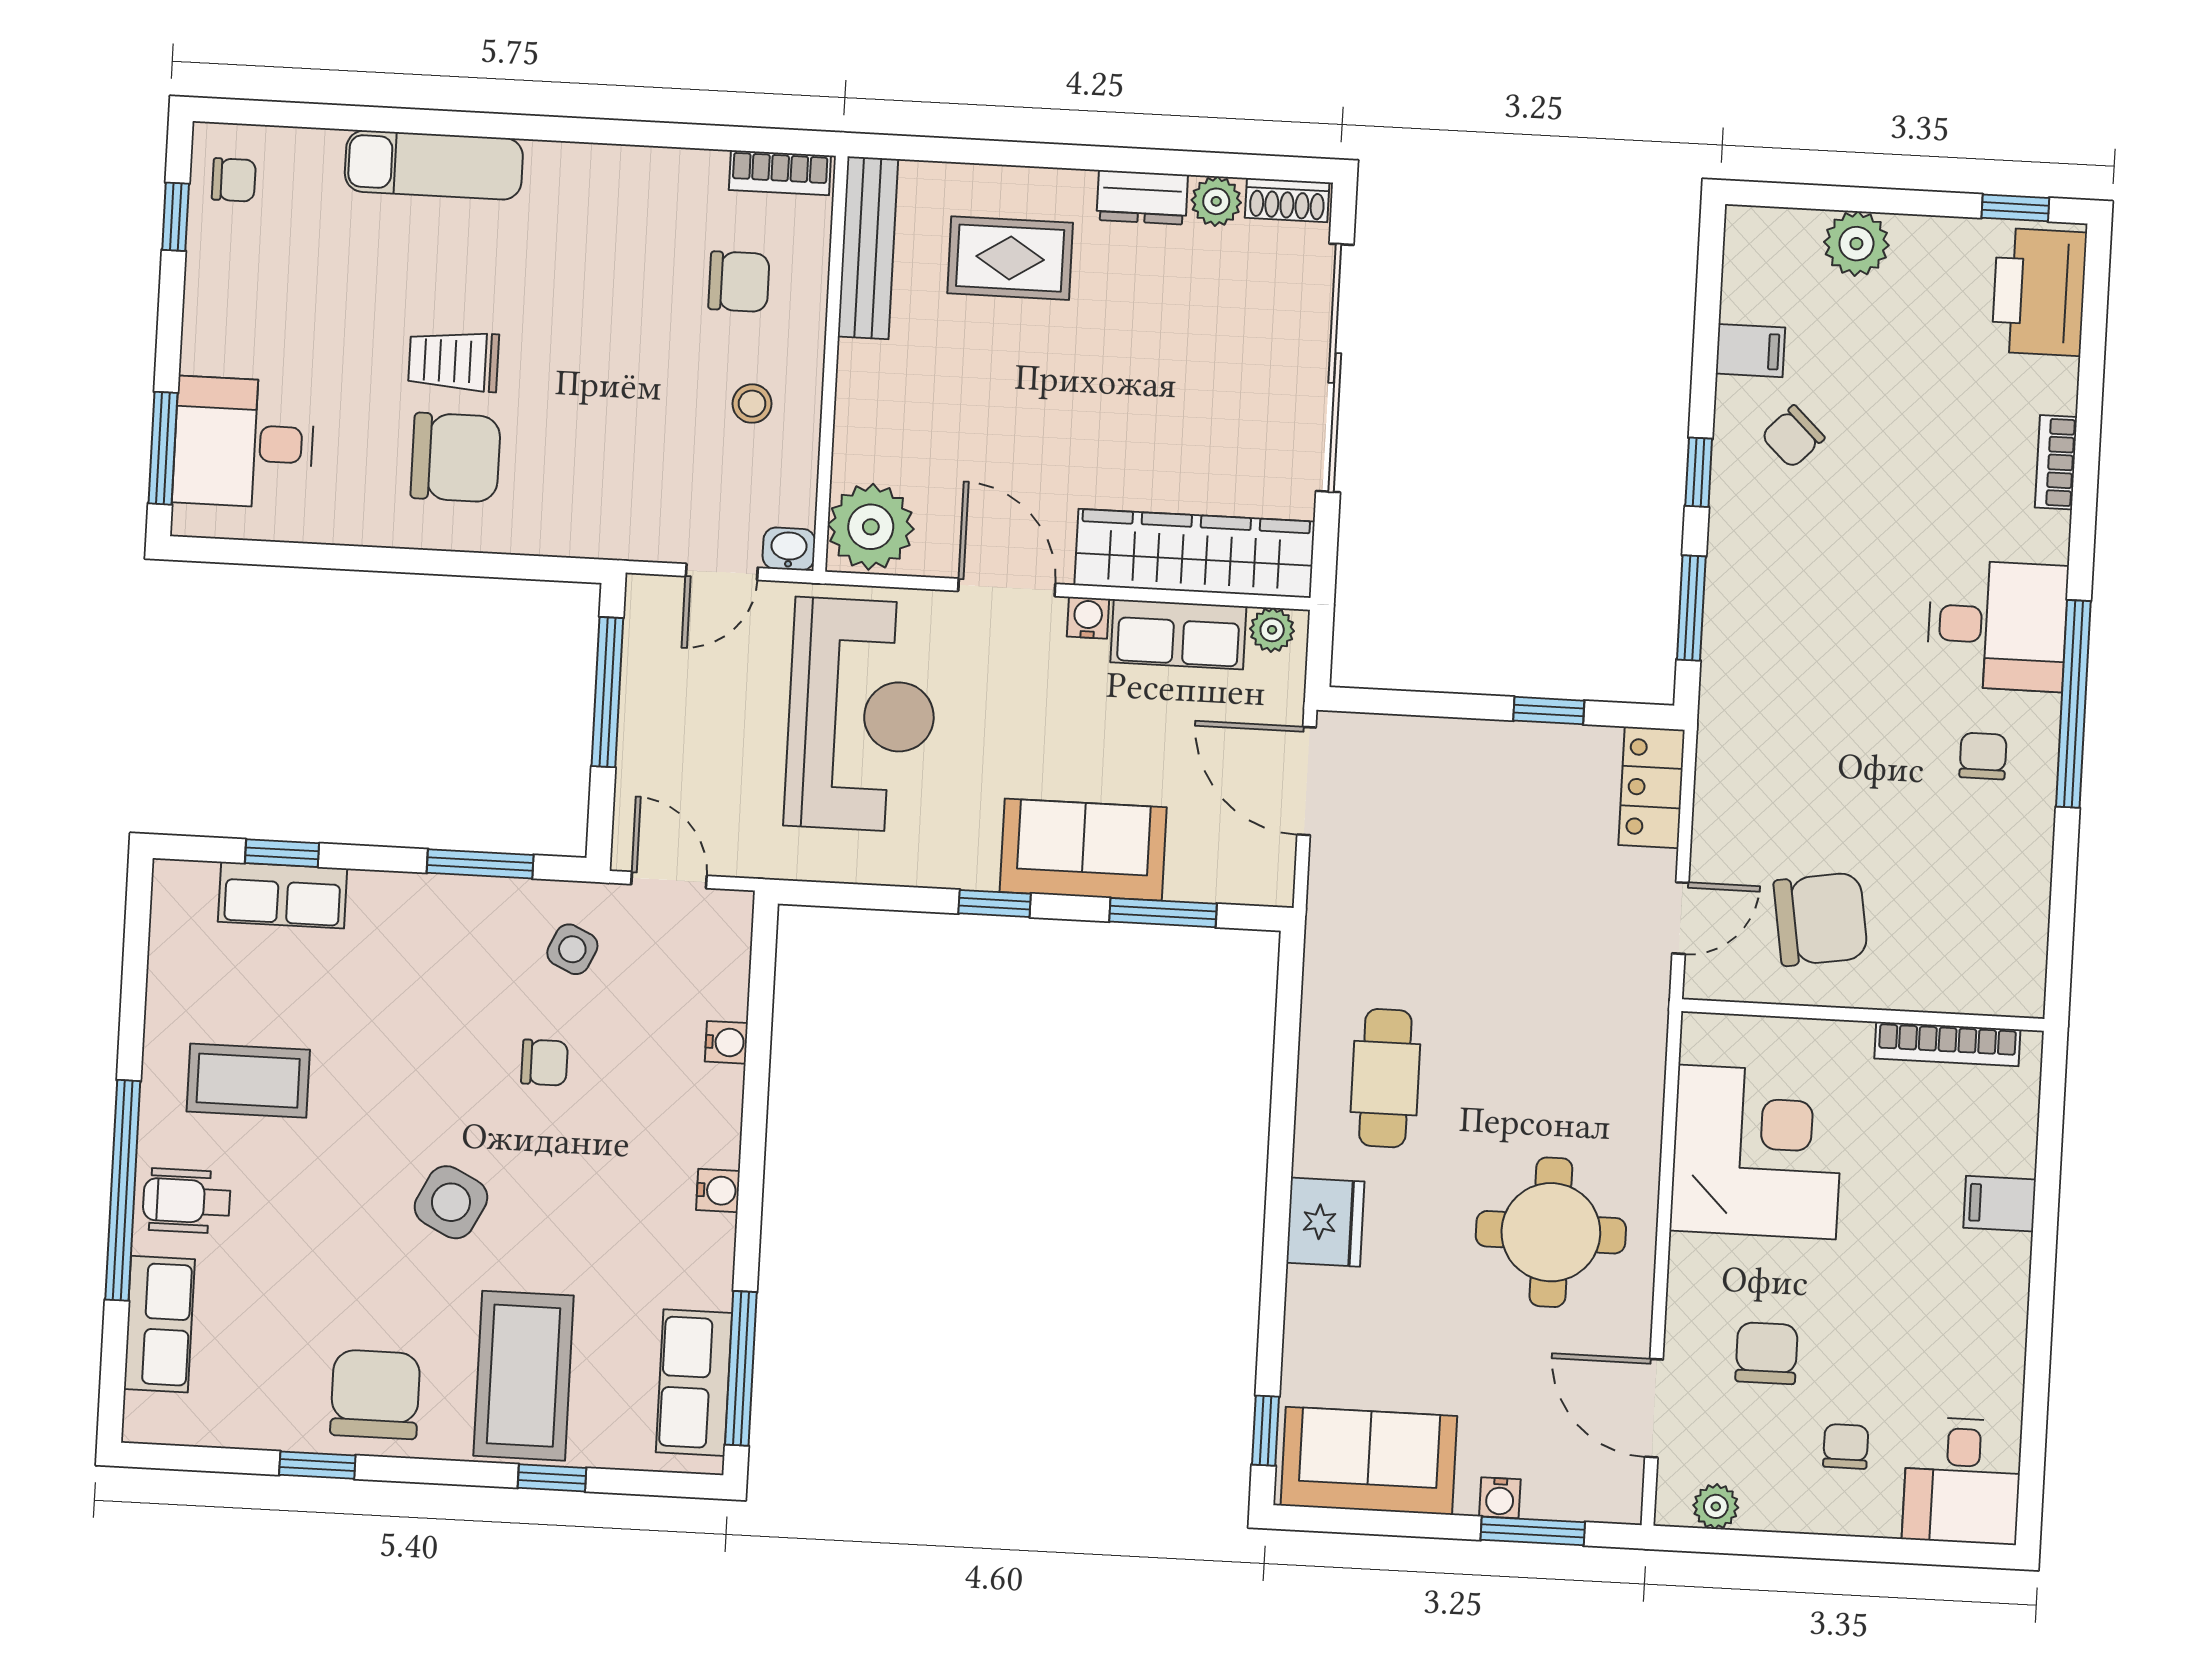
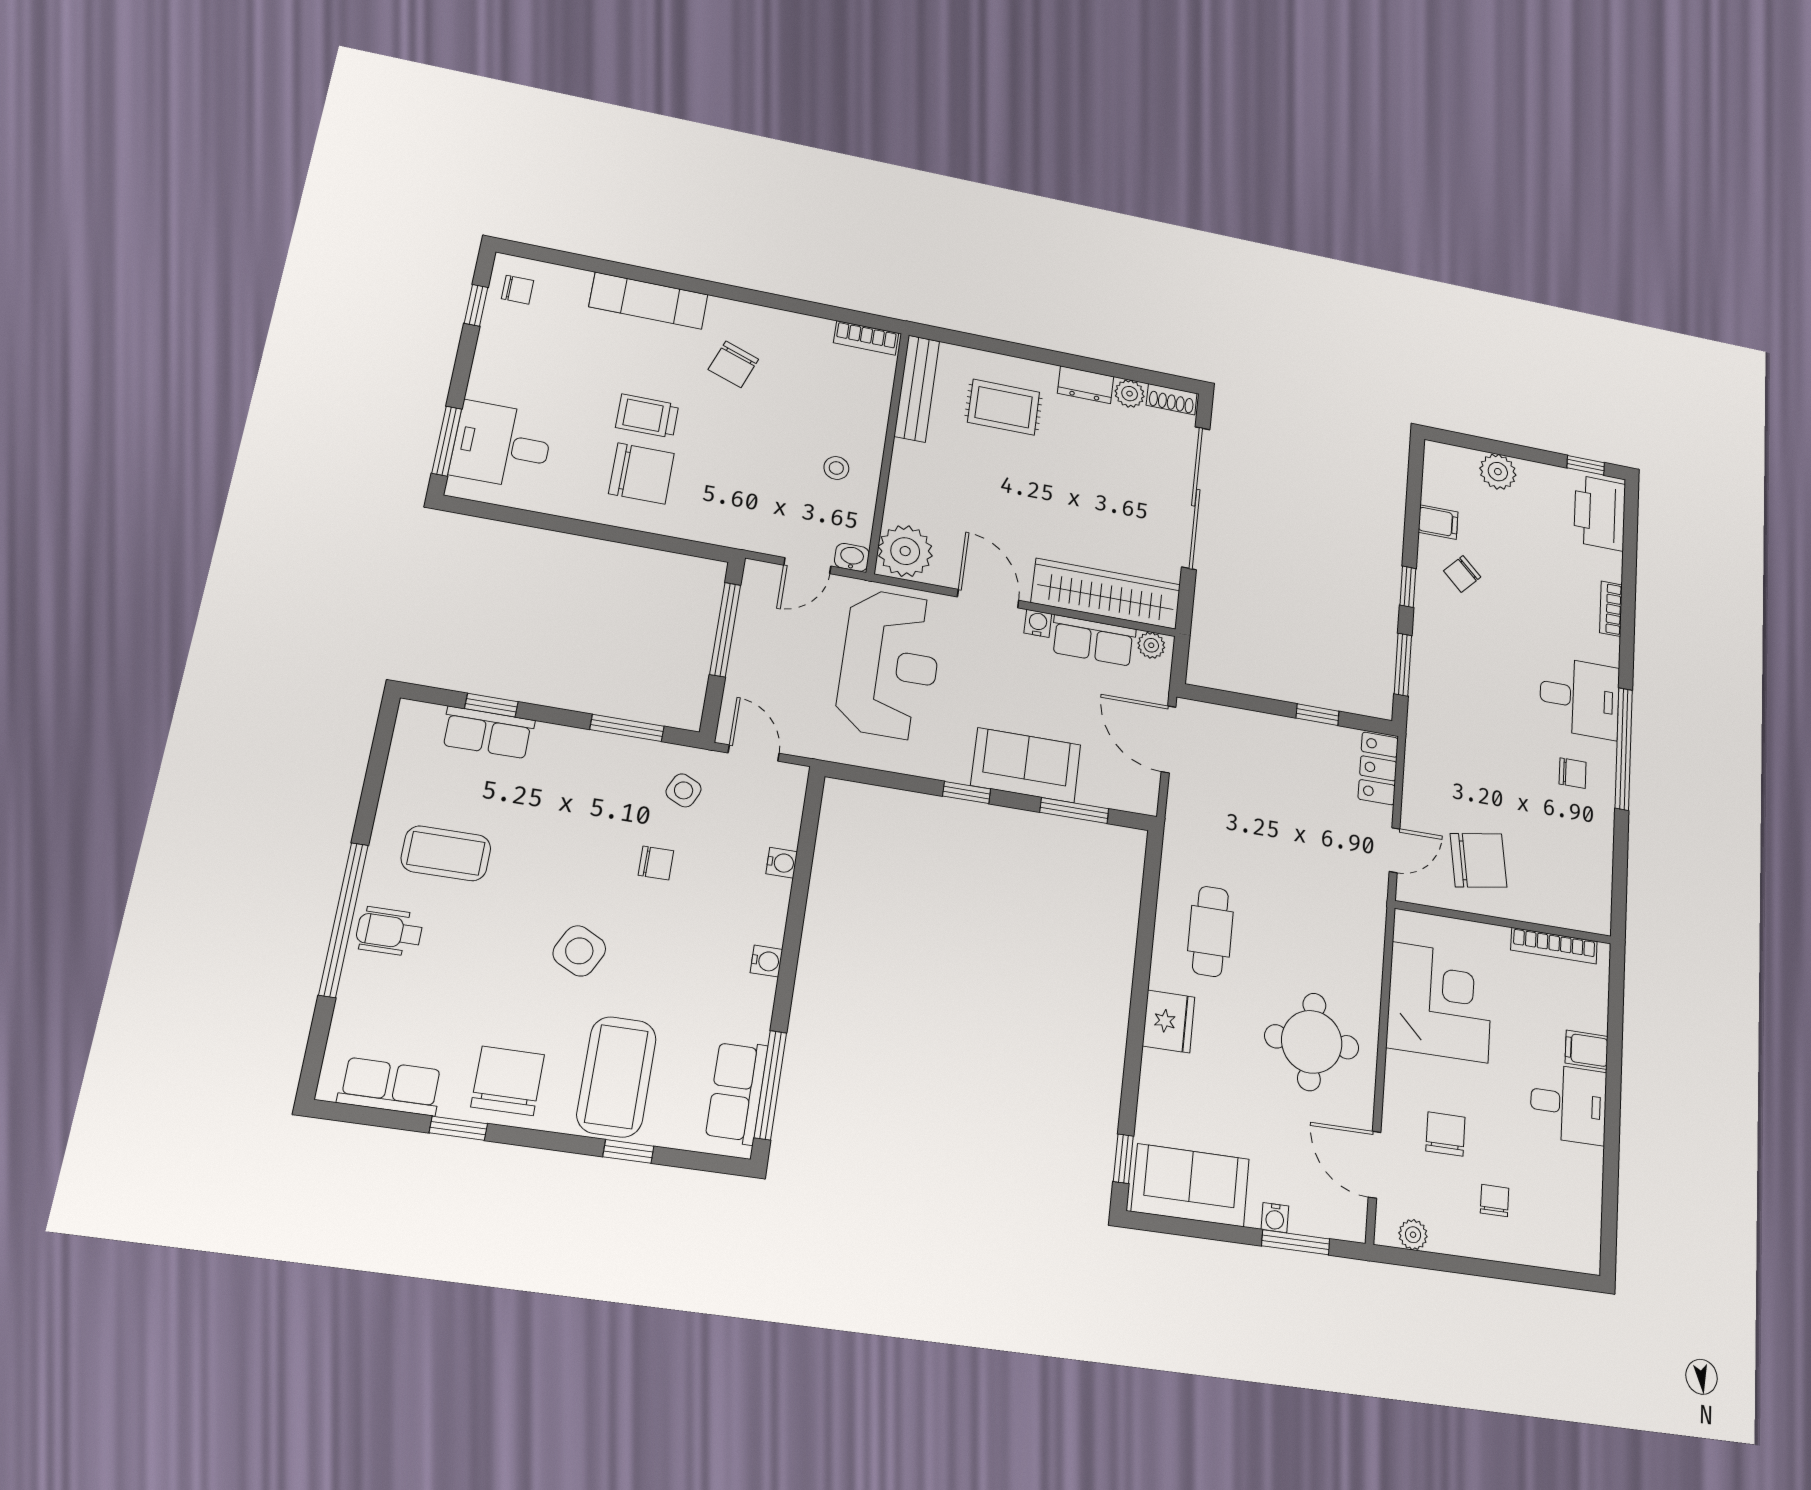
chair: (739, 282) -> (733, 364), moved, turned 110
chair: (1983, 756) -> (1573, 773), turned 90
row of seats: (159, 1324) -> (390, 1086), moved, turned -90
desk: (1962, 1481) -> (1568, 1104), moved, turned -90

